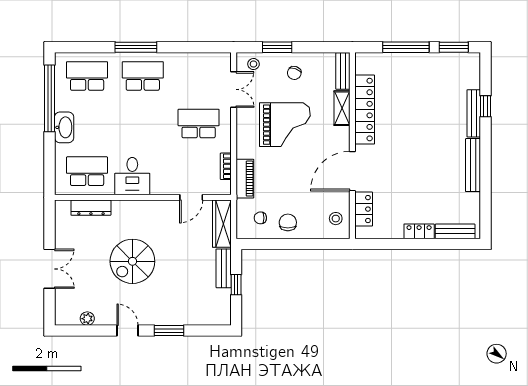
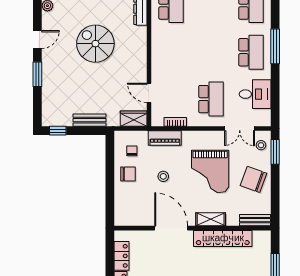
window: (277, 47) -> (275, 152), moved
chair: (294, 73) -> (254, 179), width x1.87, depth x1.87
shelving: (342, 108) -> (211, 219), moved
desk: (132, 176) -> (255, 94), moved, turned 180
locker: (364, 209) -> (122, 256), moved, turned -90
stool: (336, 219) -> (163, 176), moved
wardrobe: (222, 224) -> (134, 119), width x0.67
window: (236, 285) -> (58, 131), moved

